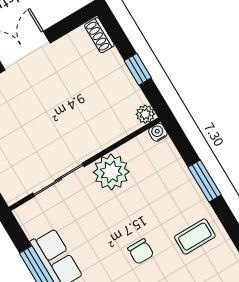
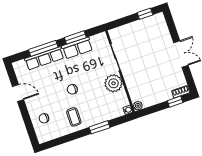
window: (138, 69) -> (175, 102), moved

